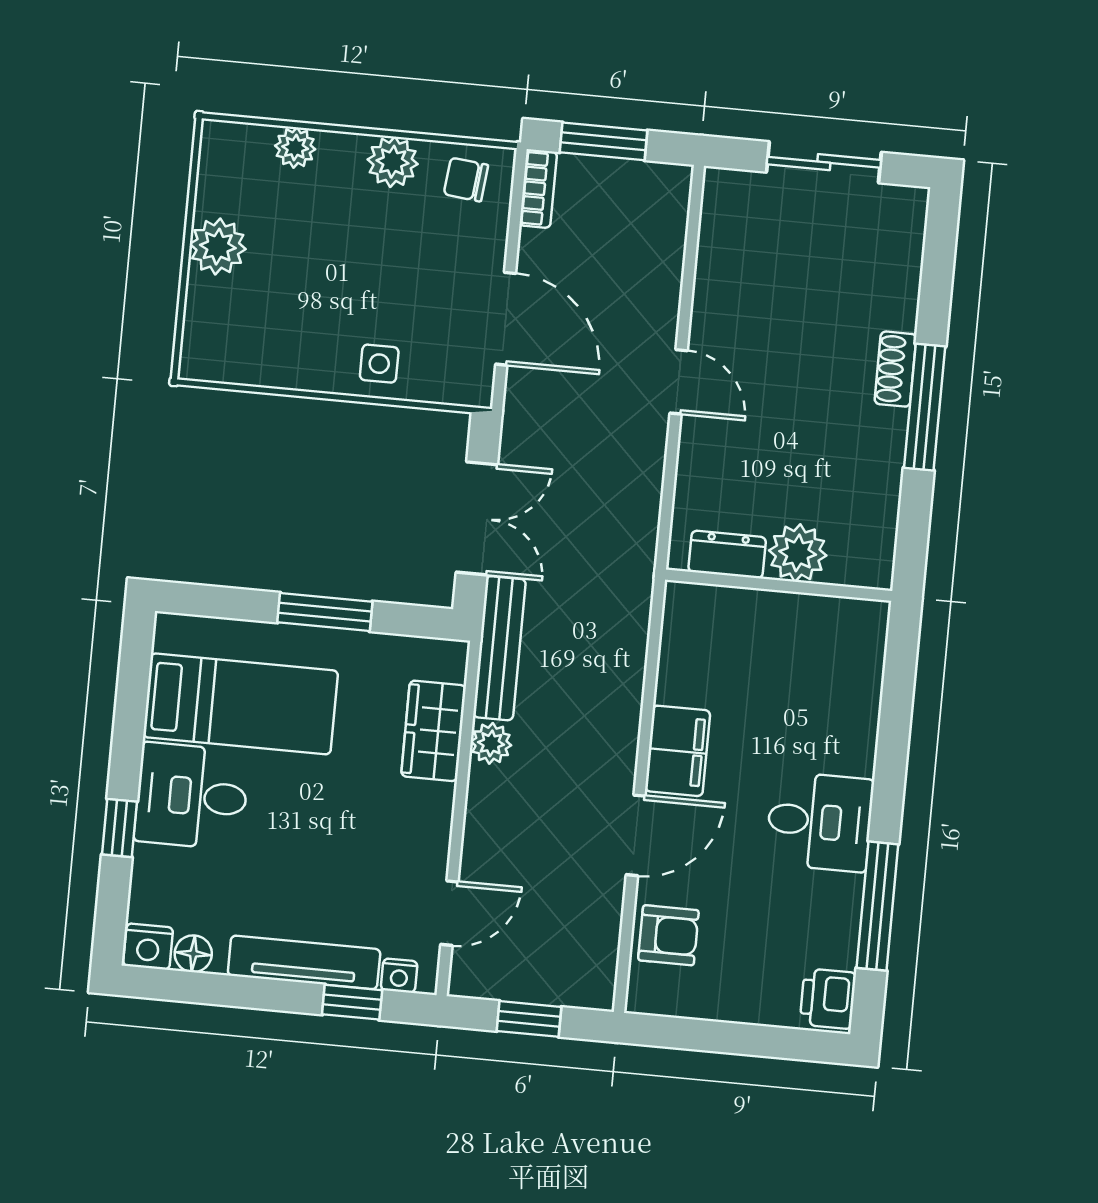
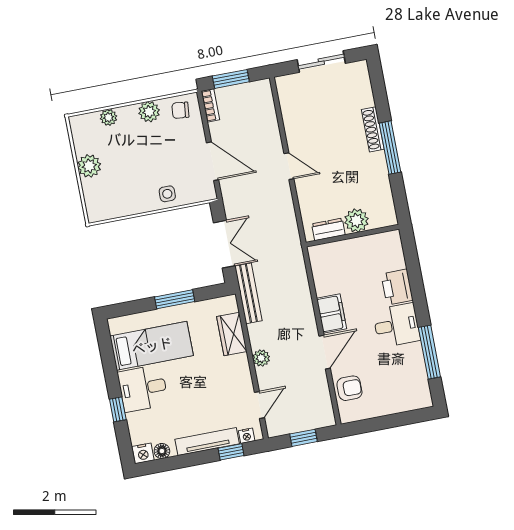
shoe rack: (895, 369) -> (373, 129), width x1.43
plant: (491, 743) -> (261, 358), moved
printer: (828, 999) -> (397, 287), moved, width x1.36, depth x1.24

